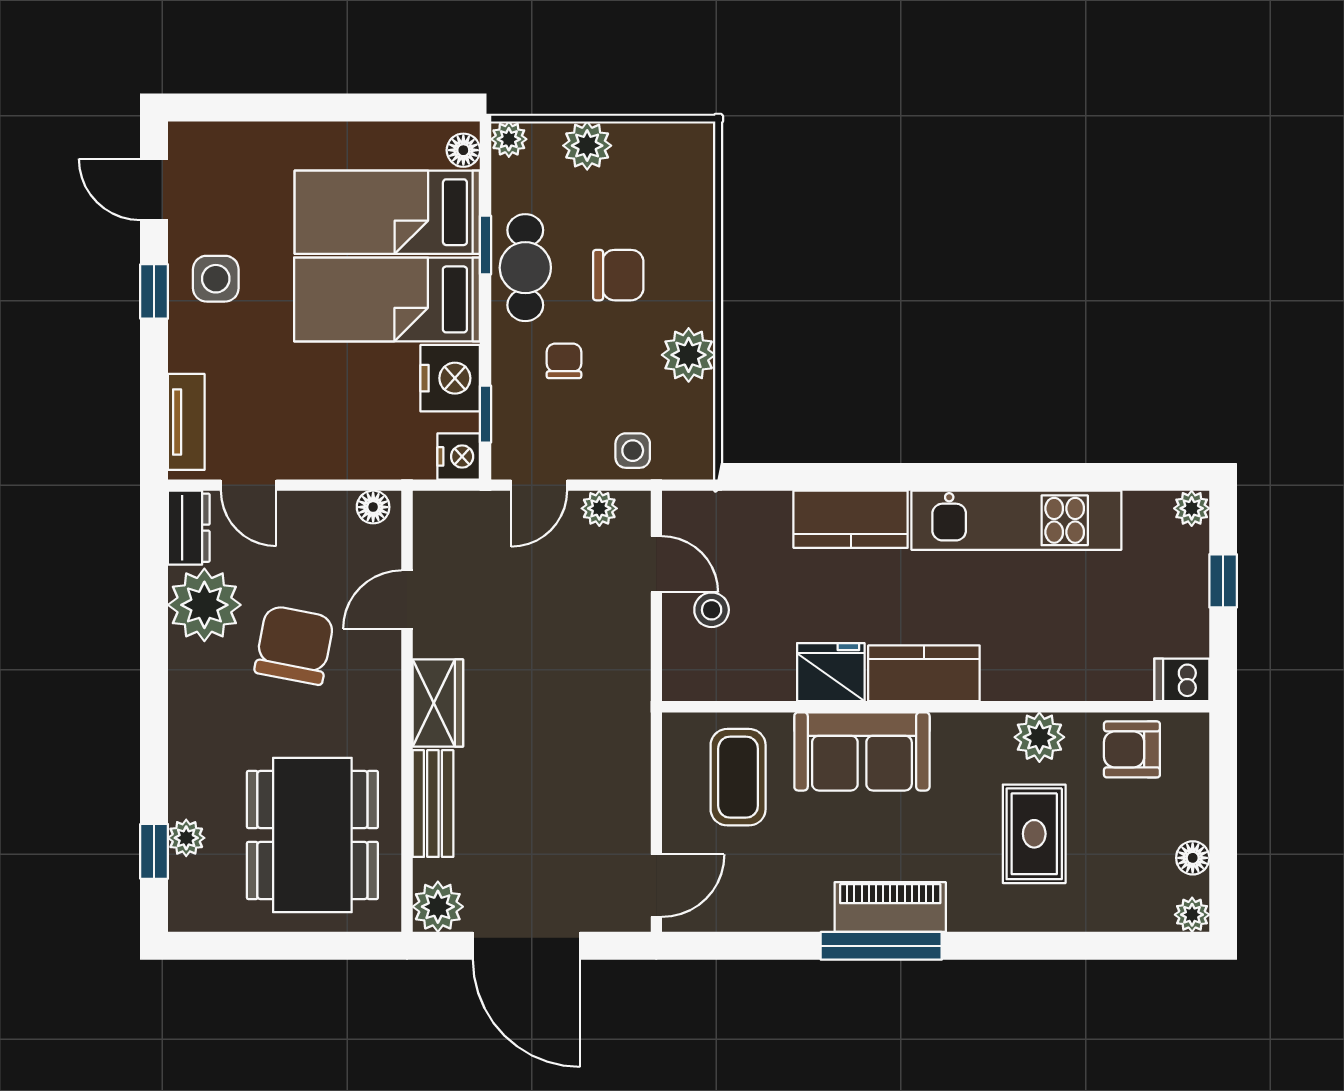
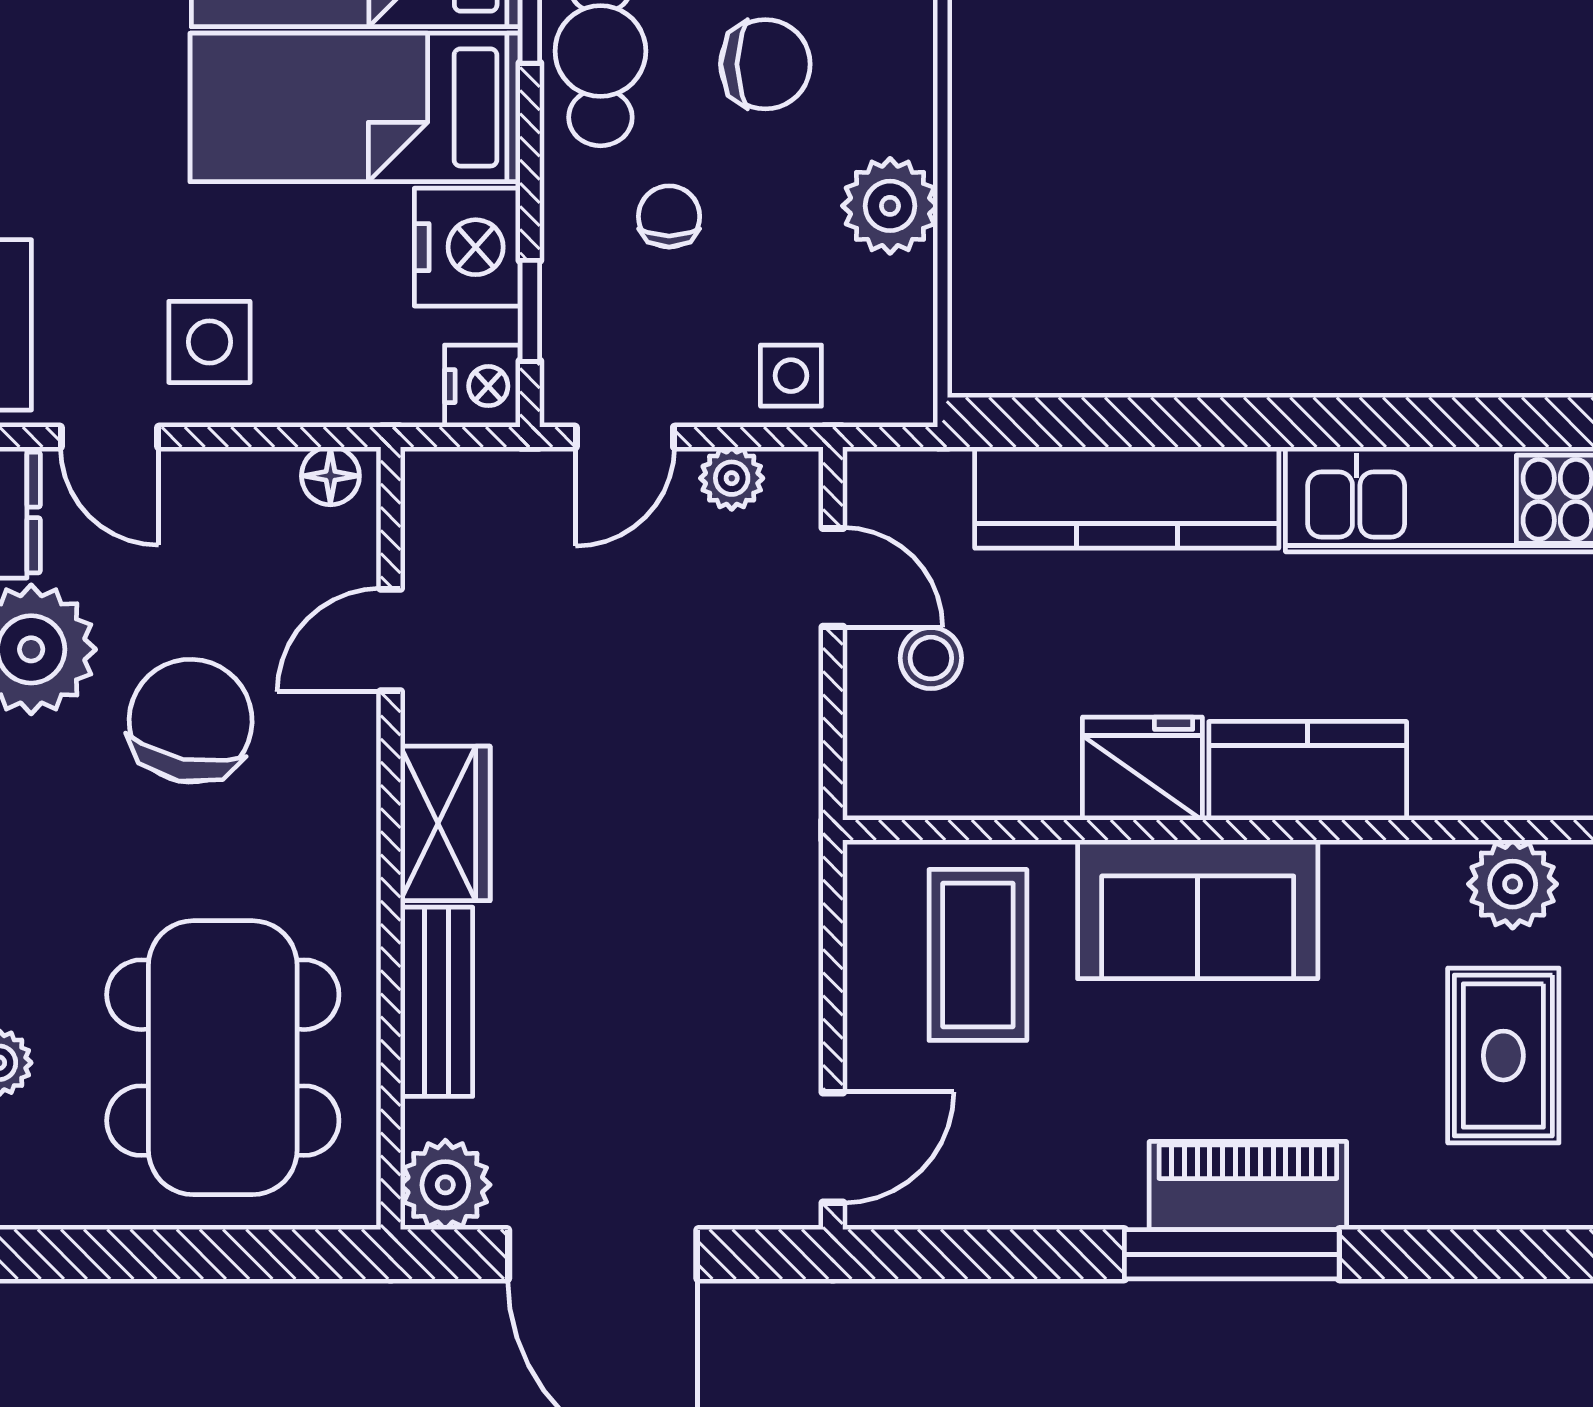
side table: (216, 279) -> (209, 342), moved
kitchen counter: (851, 519) -> (1127, 497), width x1.50

